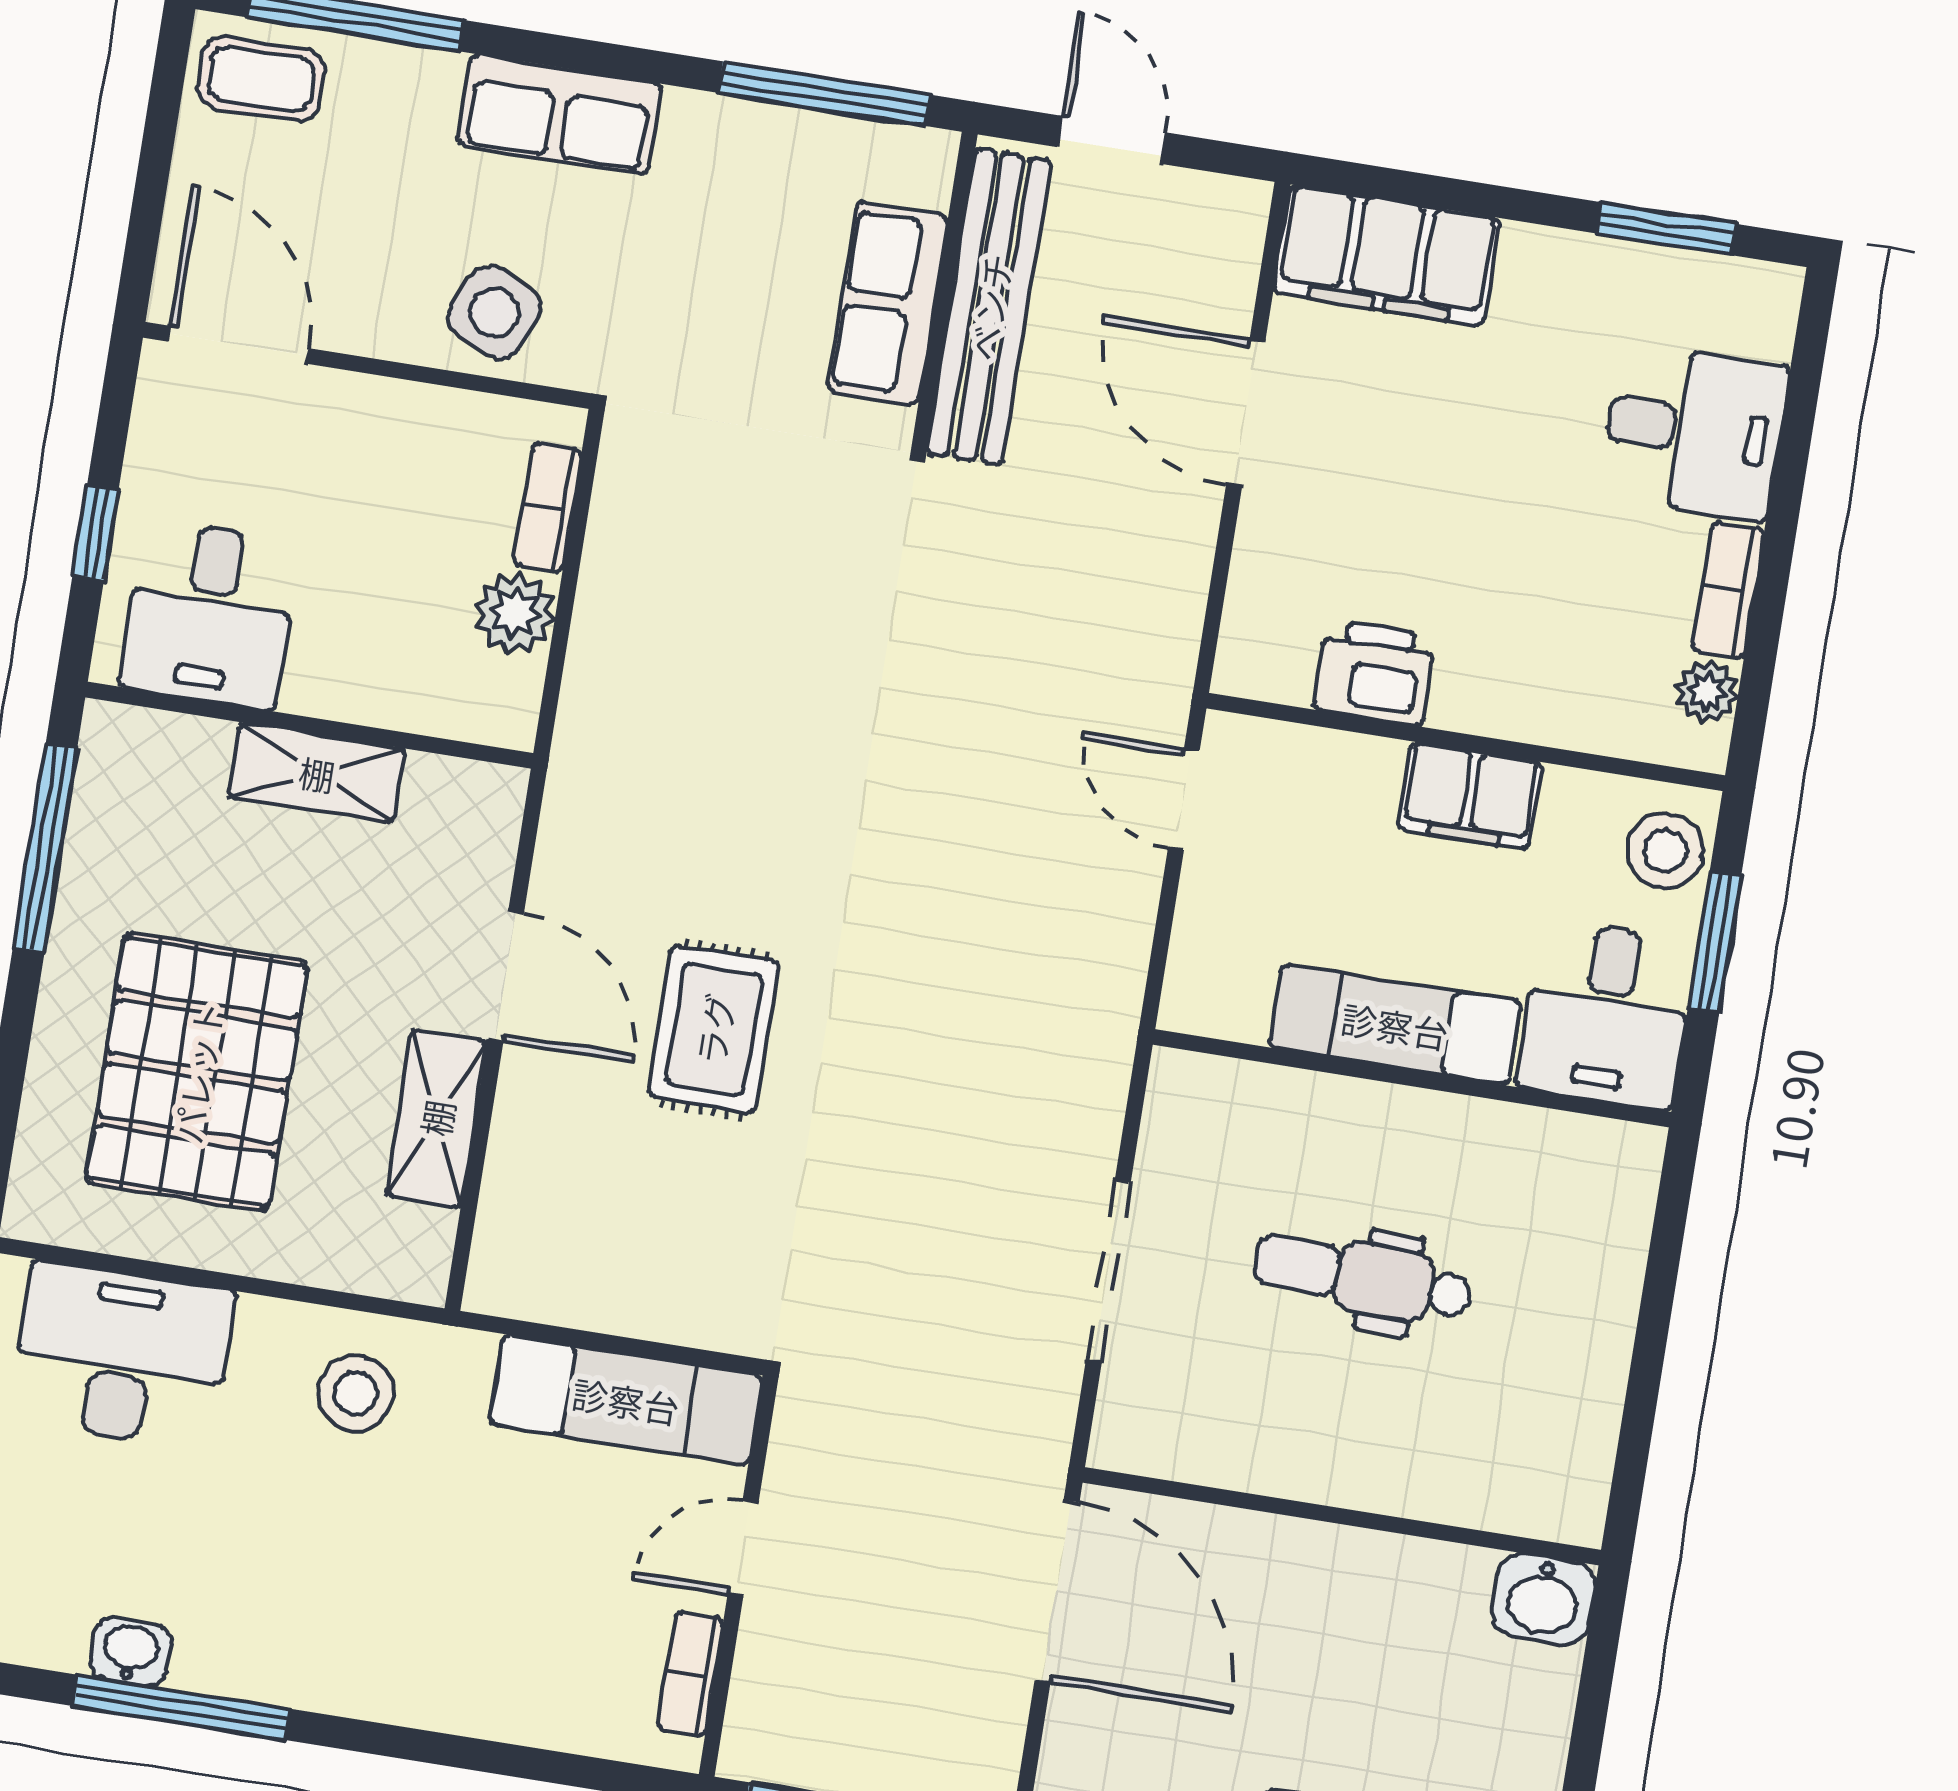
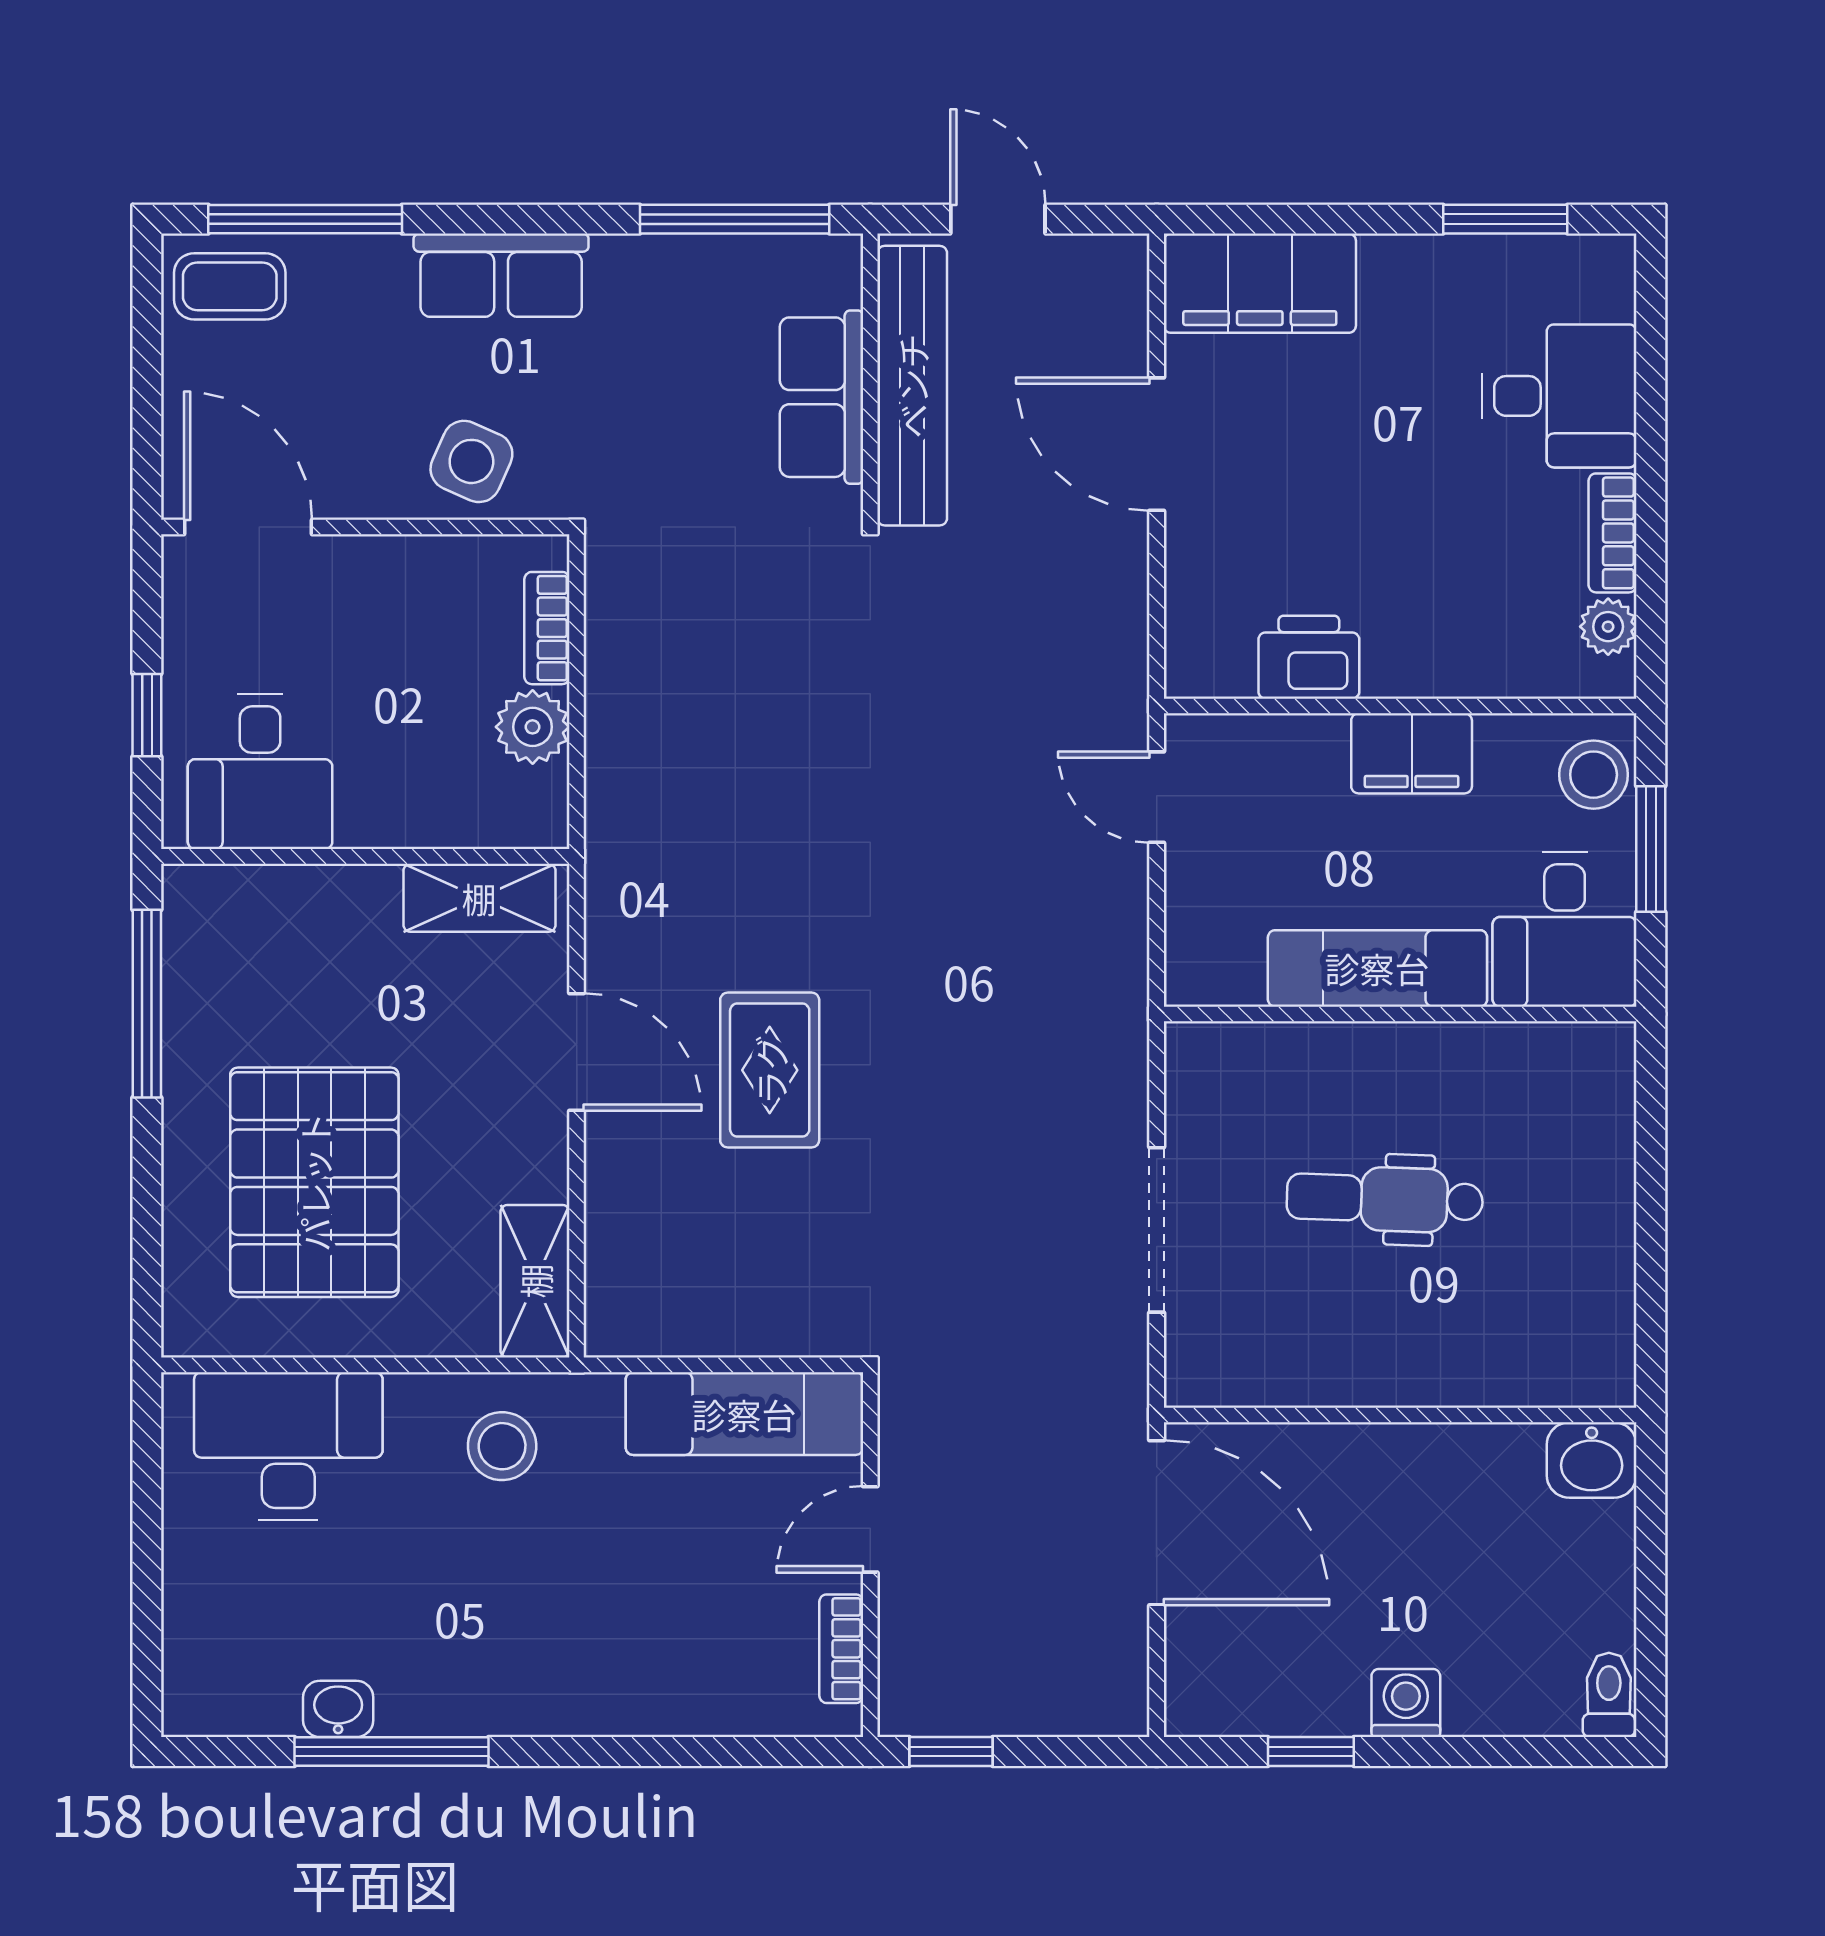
shelving: (317, 773) -> (479, 898), moved
shelving: (436, 1118) -> (535, 1281), moved

